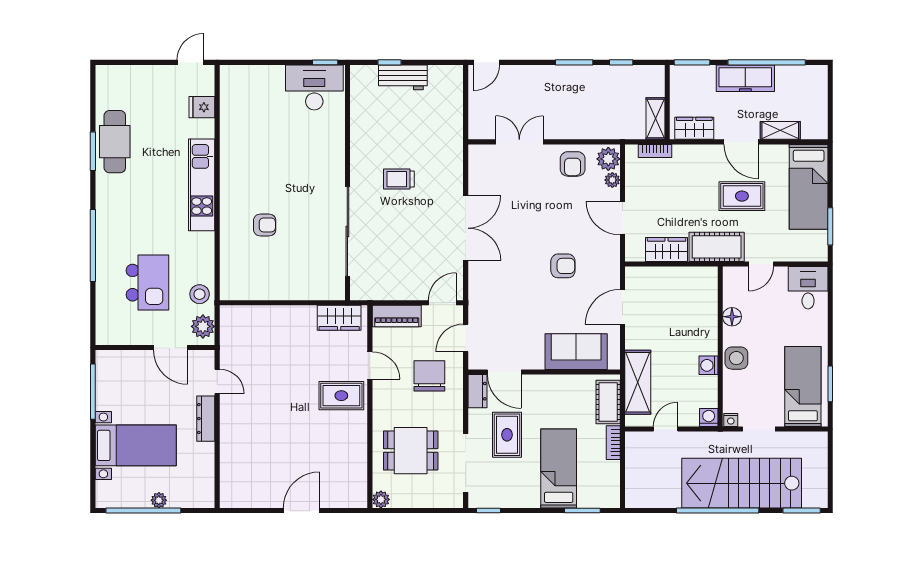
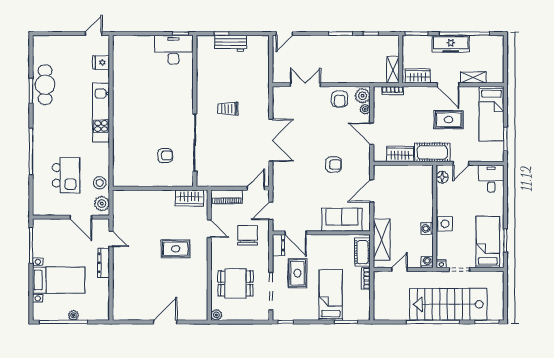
armchair: (265, 225) -> (165, 156), moved
floor lamp: (732, 317) -> (442, 177), moved
rug: (341, 396) -> (176, 249), moved

